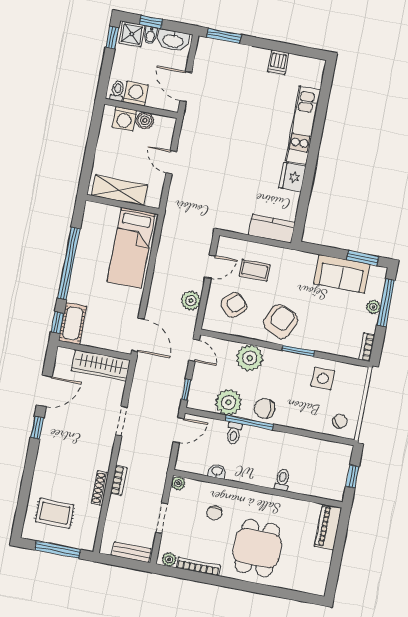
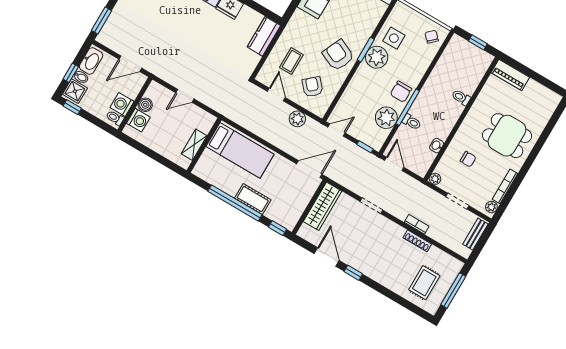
shelving: (119, 190) -> (194, 145), width x0.67, depth x0.75
cot: (73, 323) -> (253, 199), moved
plant: (250, 358) -> (377, 57), moved

